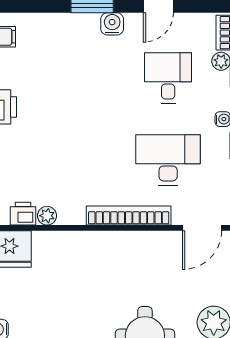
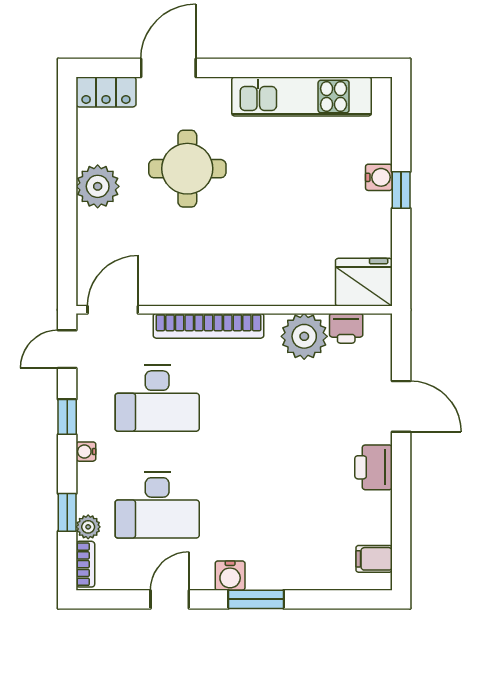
desk: (168, 78) -> (157, 505), width x1.37
plant: (47, 216) -> (304, 336), width x1.88, depth x1.88

